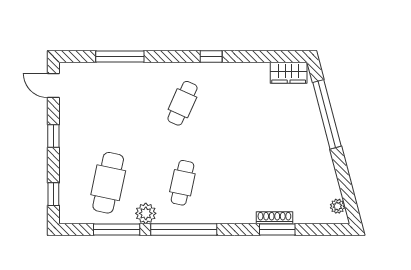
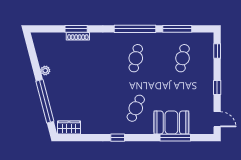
booth: (126, 81) -> (171, 122), added
cafe table: (108, 183) -> (183, 58), width x0.73, depth x0.74
plant: (338, 206) -> (45, 70), moved
plant: (146, 213) -> (159, 39), removed

